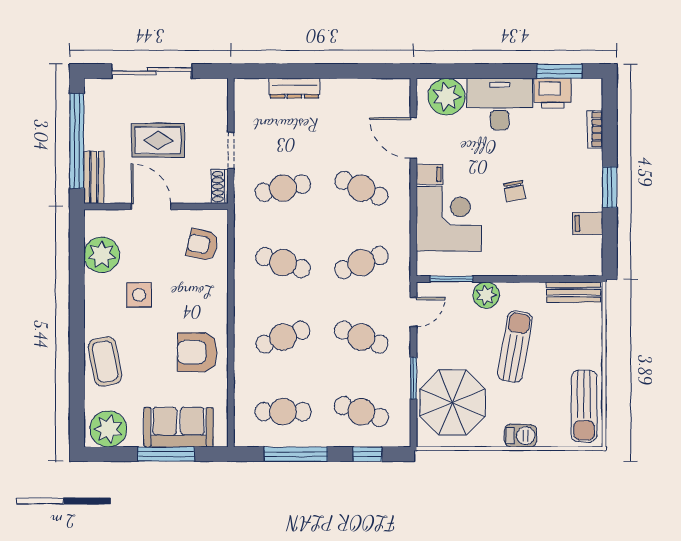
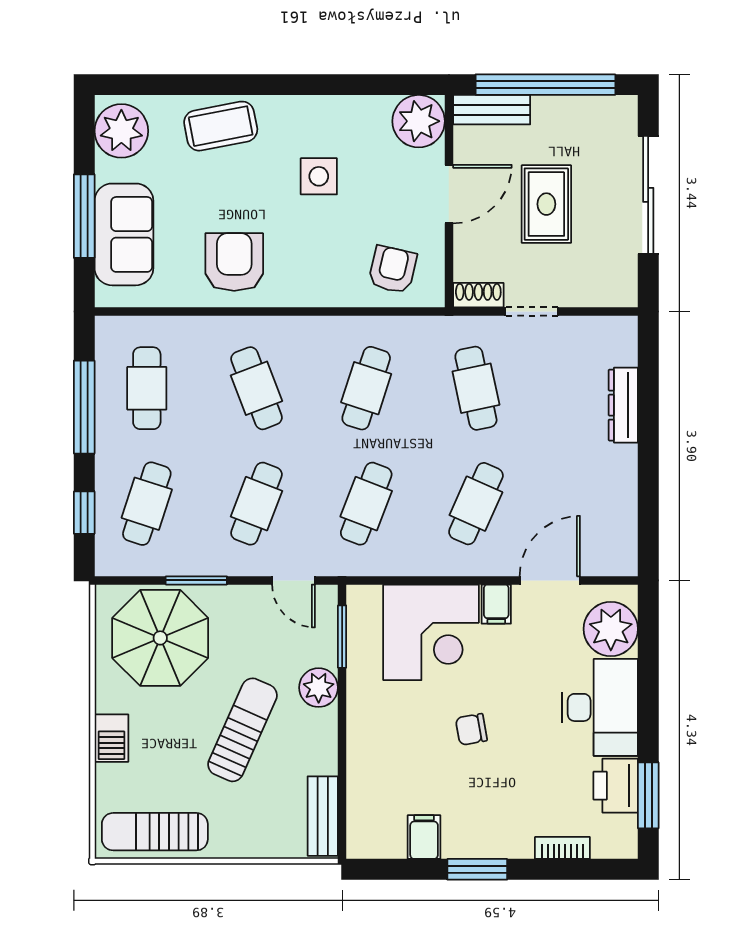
plant: (102, 255) -> (419, 121), moved
cafe table: (361, 263) -> (366, 504), turned 42
sun lounger: (515, 347) -> (243, 730), turned -76

